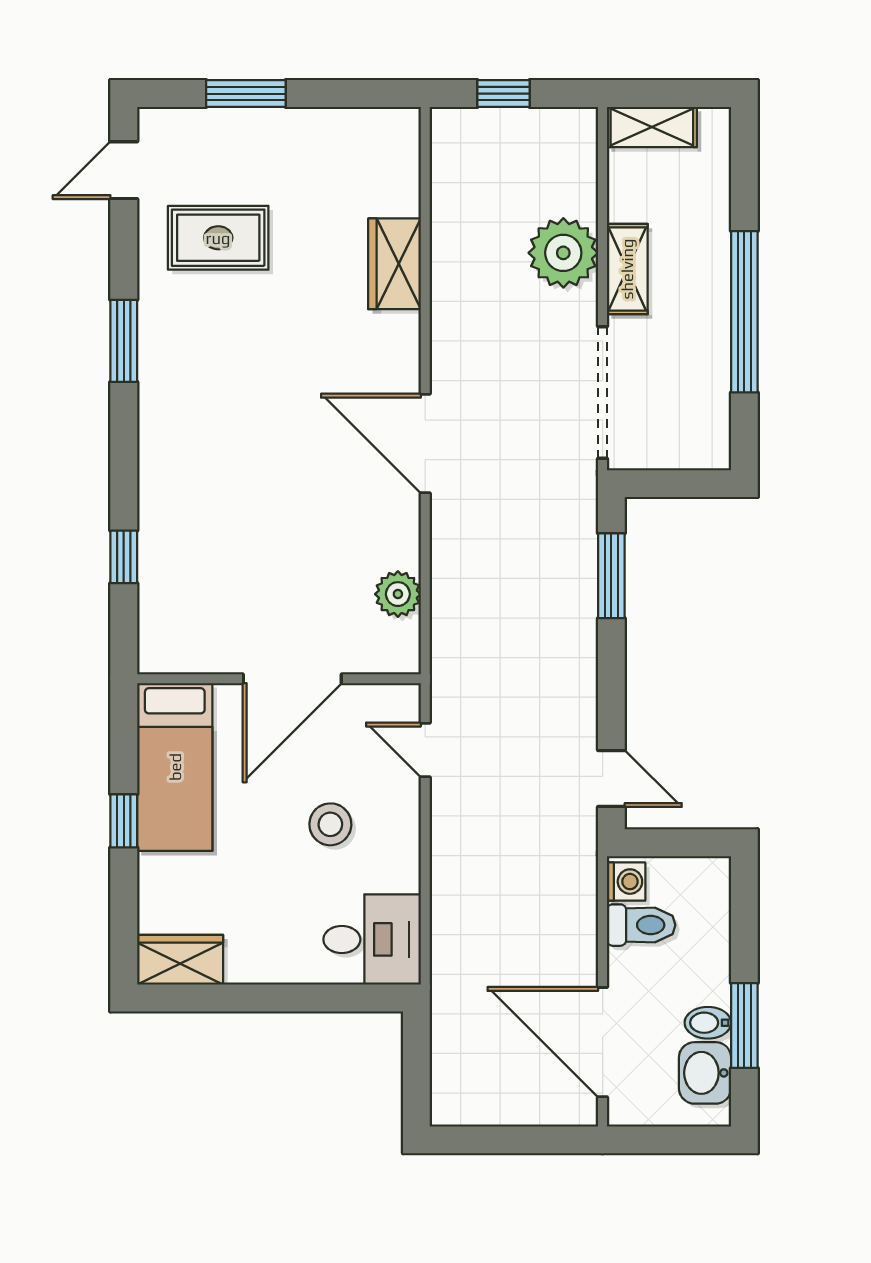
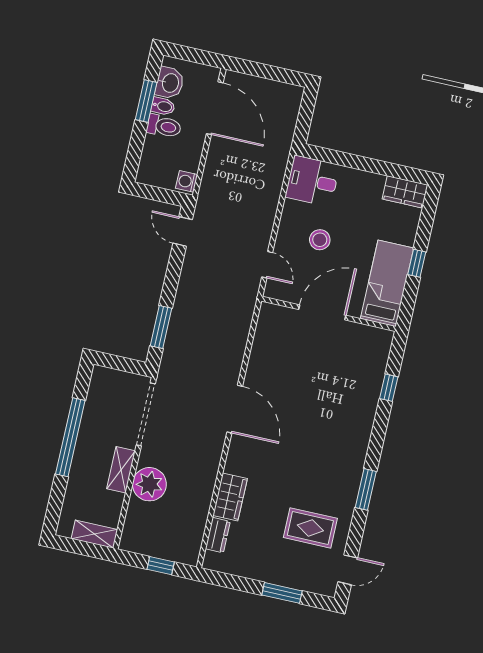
dresser: (402, 181) -> (218, 535), added
plant: (398, 594) -> (264, 341), removed
toilet: (641, 925) -> (164, 126), moved, turned 180

